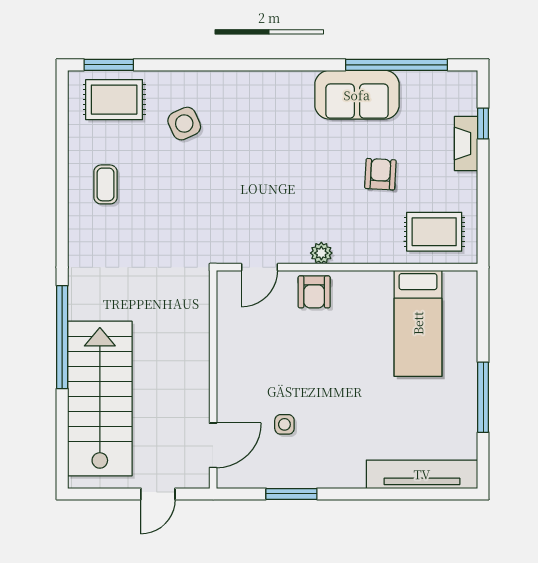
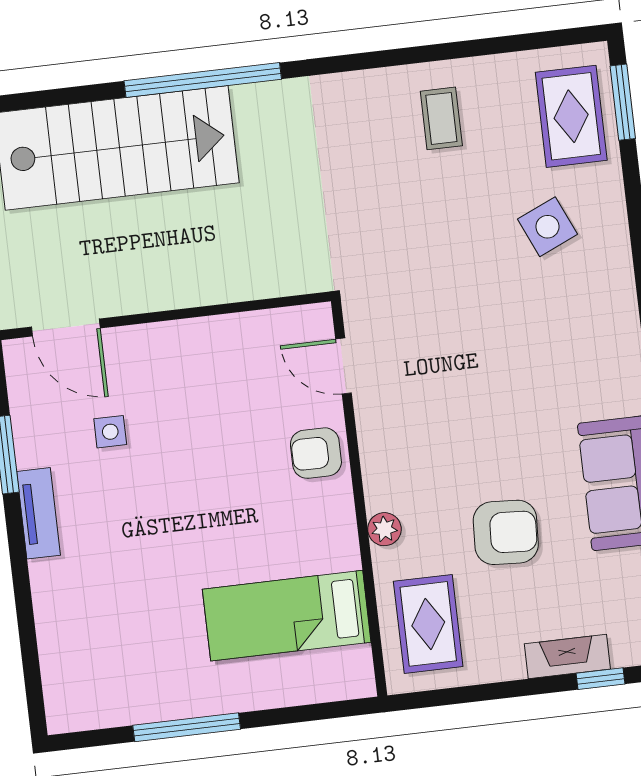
armchair: (380, 174) -> (506, 532), width x1.38, depth x1.38
coffee table: (106, 184) -> (441, 118), turned 90
plant: (321, 253) -> (384, 529), moved
tv unit: (422, 474) -> (39, 513), moved, width x0.52, depth x0.78

